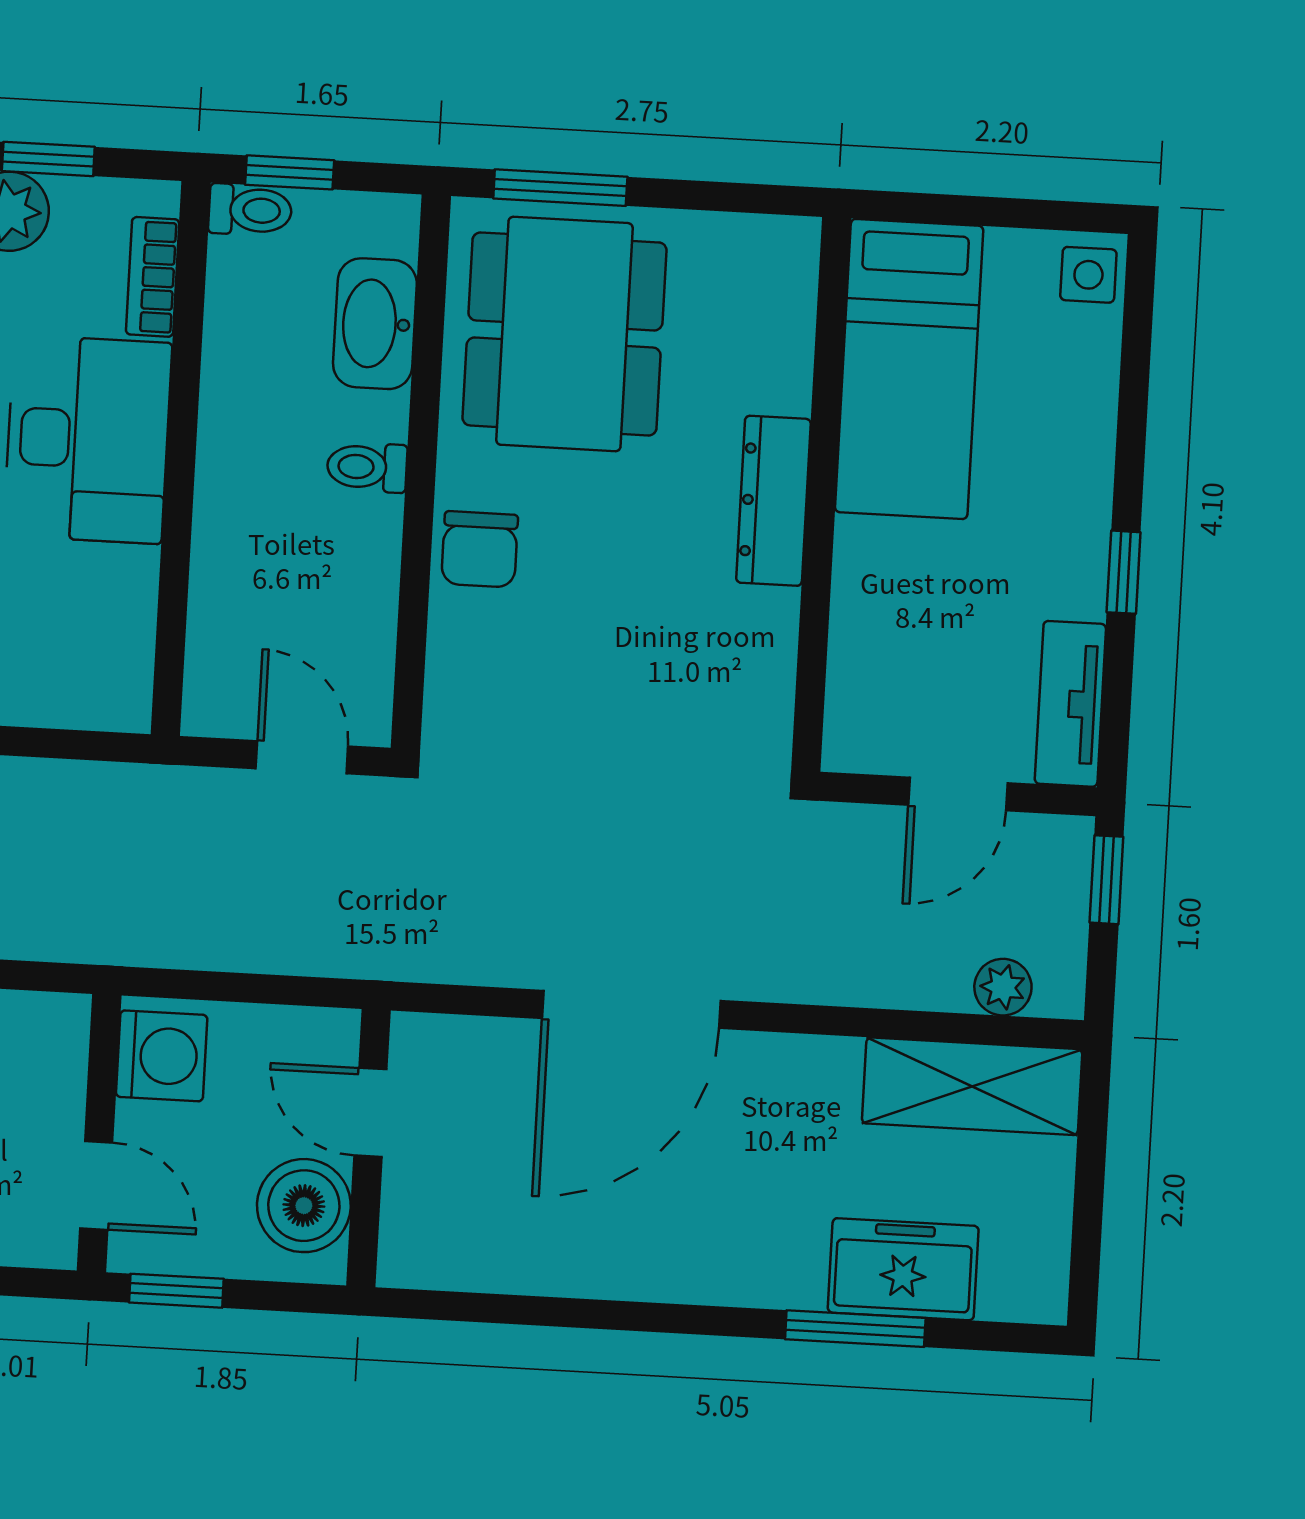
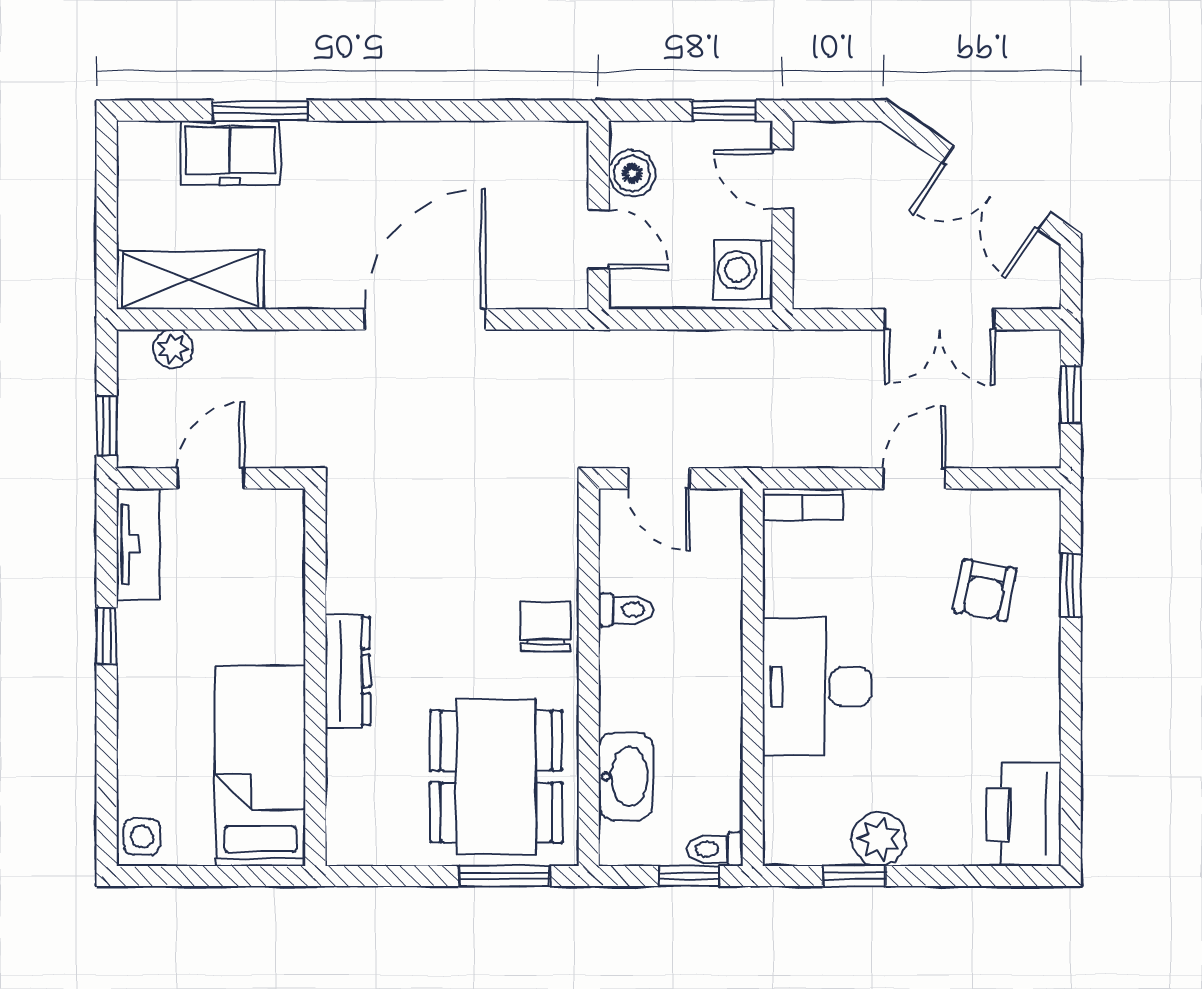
bookcase: (153, 277) -> (803, 504), moved, turned 90
toilet: (367, 467) -> (626, 610), moved
boiler: (304, 1206) -> (632, 173), width x0.73, depth x0.73

